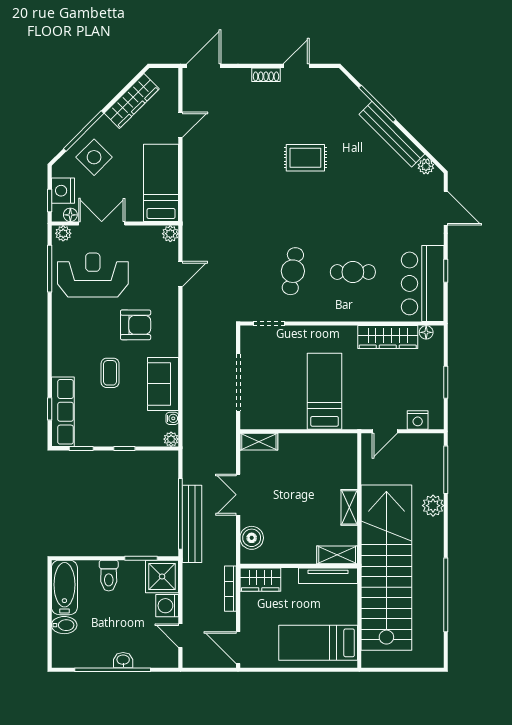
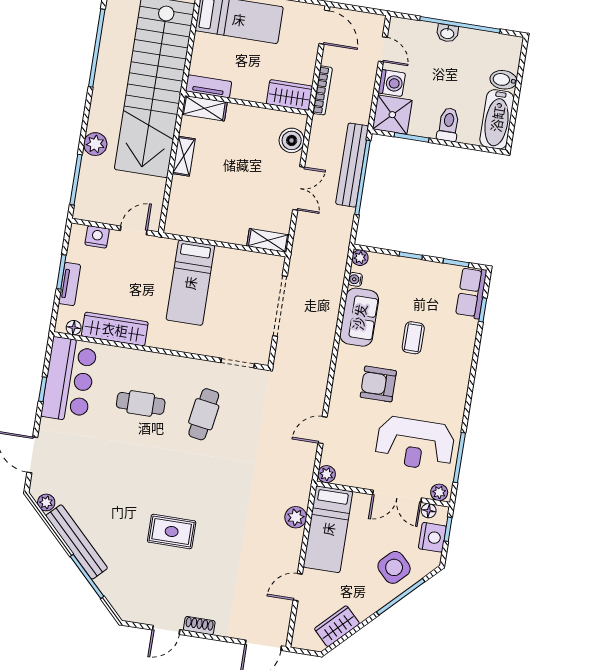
wardrobe: (132, 101) -> (337, 626), width x0.67
plant: (192, 189) -> (296, 517), added
tv unit: (436, 372) -> (70, 284), added
row of seats: (63, 412) -> (471, 293), width x0.68
tv unit: (328, 576) -> (209, 86), width x0.71

